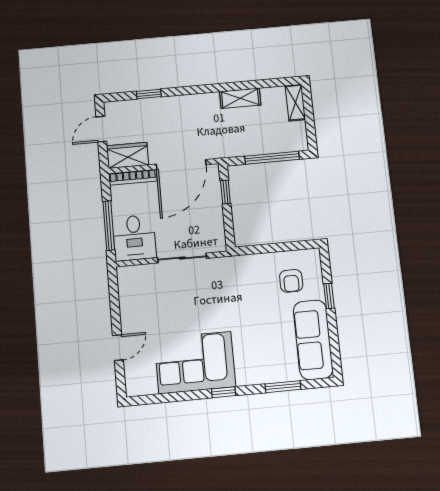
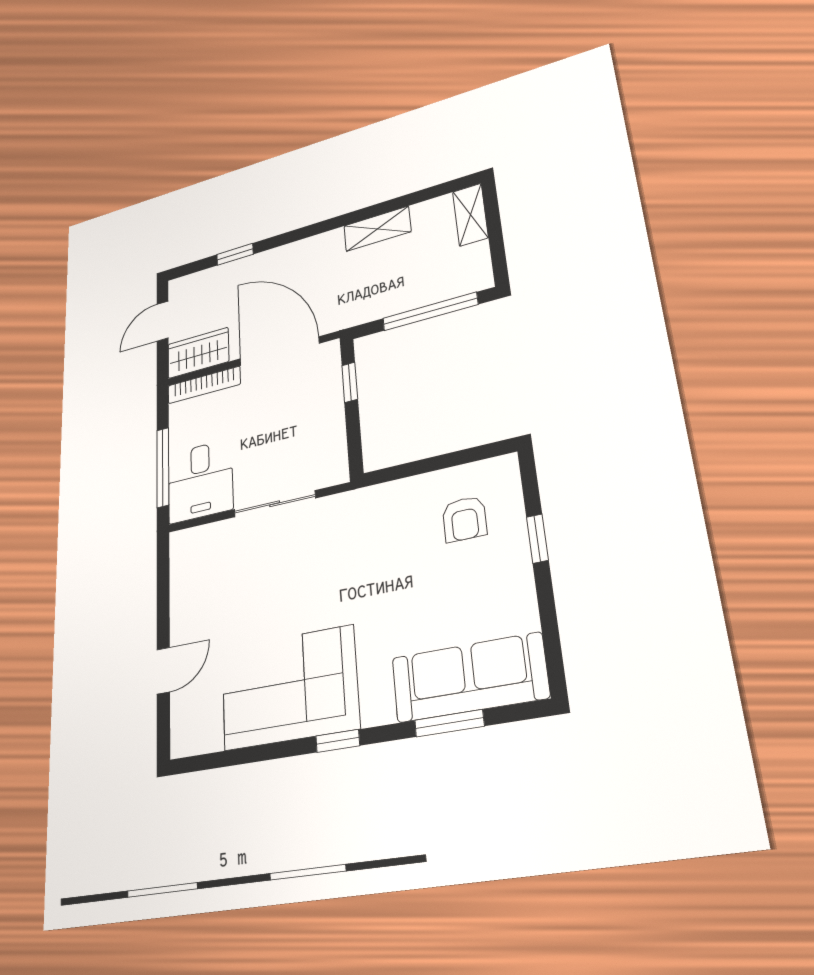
door: (181, 164) -> (279, 351), swing flipped
sofa: (313, 340) -> (469, 678), moved, turned 90

